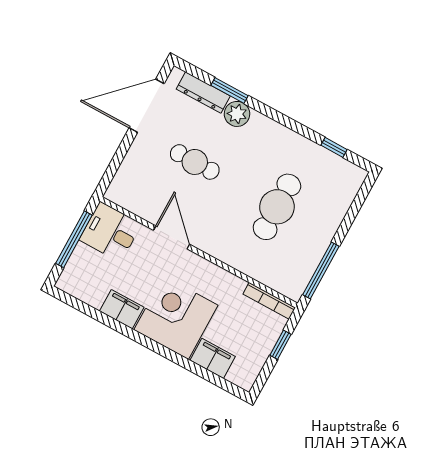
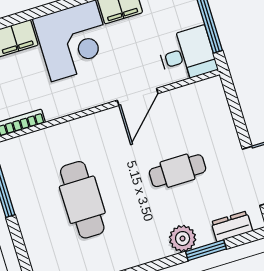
dresser: (203, 92) -> (232, 226), width x0.70
door: (171, 237) -> (138, 97), hinge flipped

